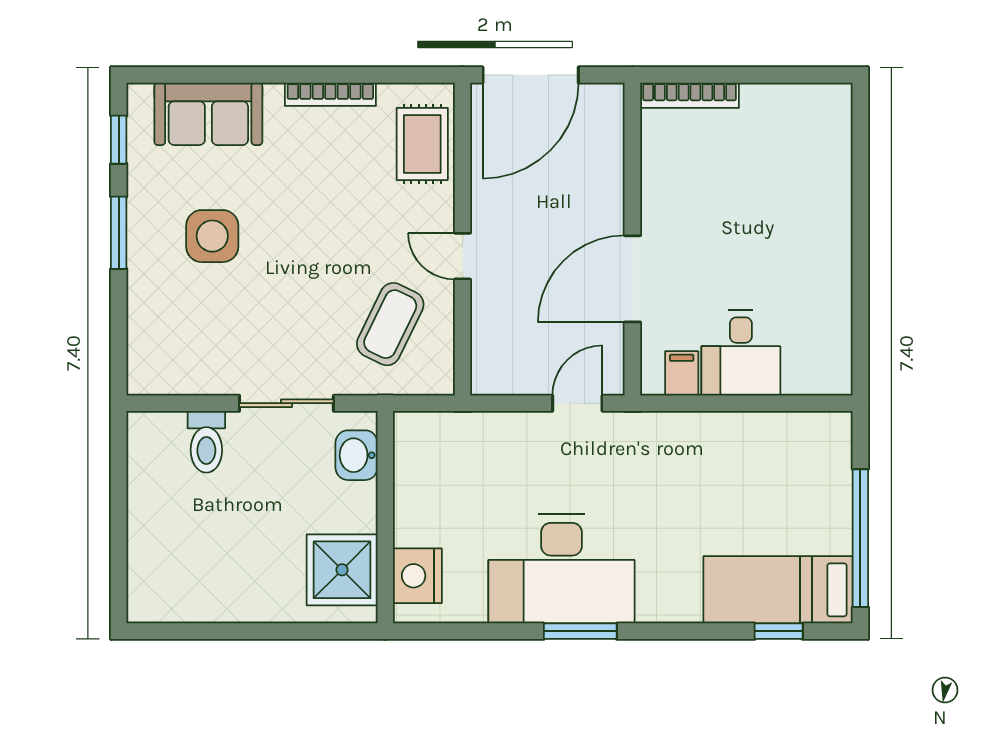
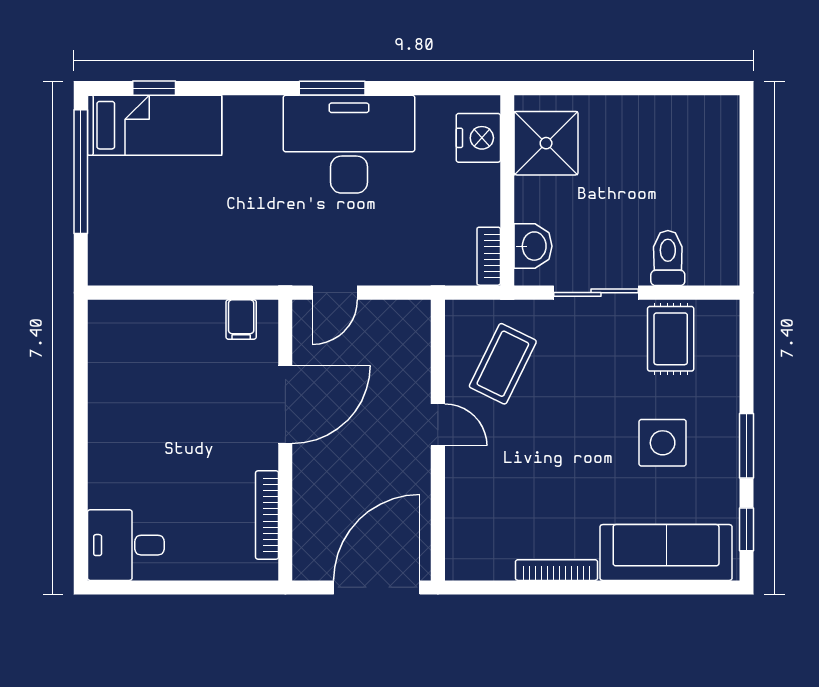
bookcase: (690, 95) -> (267, 515), moved, turned -90
sofa: (208, 114) -> (666, 553), width x1.36
rug: (422, 144) -> (671, 339), moved
desk: (741, 353) -> (126, 545), moved, turned -90
bookcase: (406, 444) -> (489, 256), added

